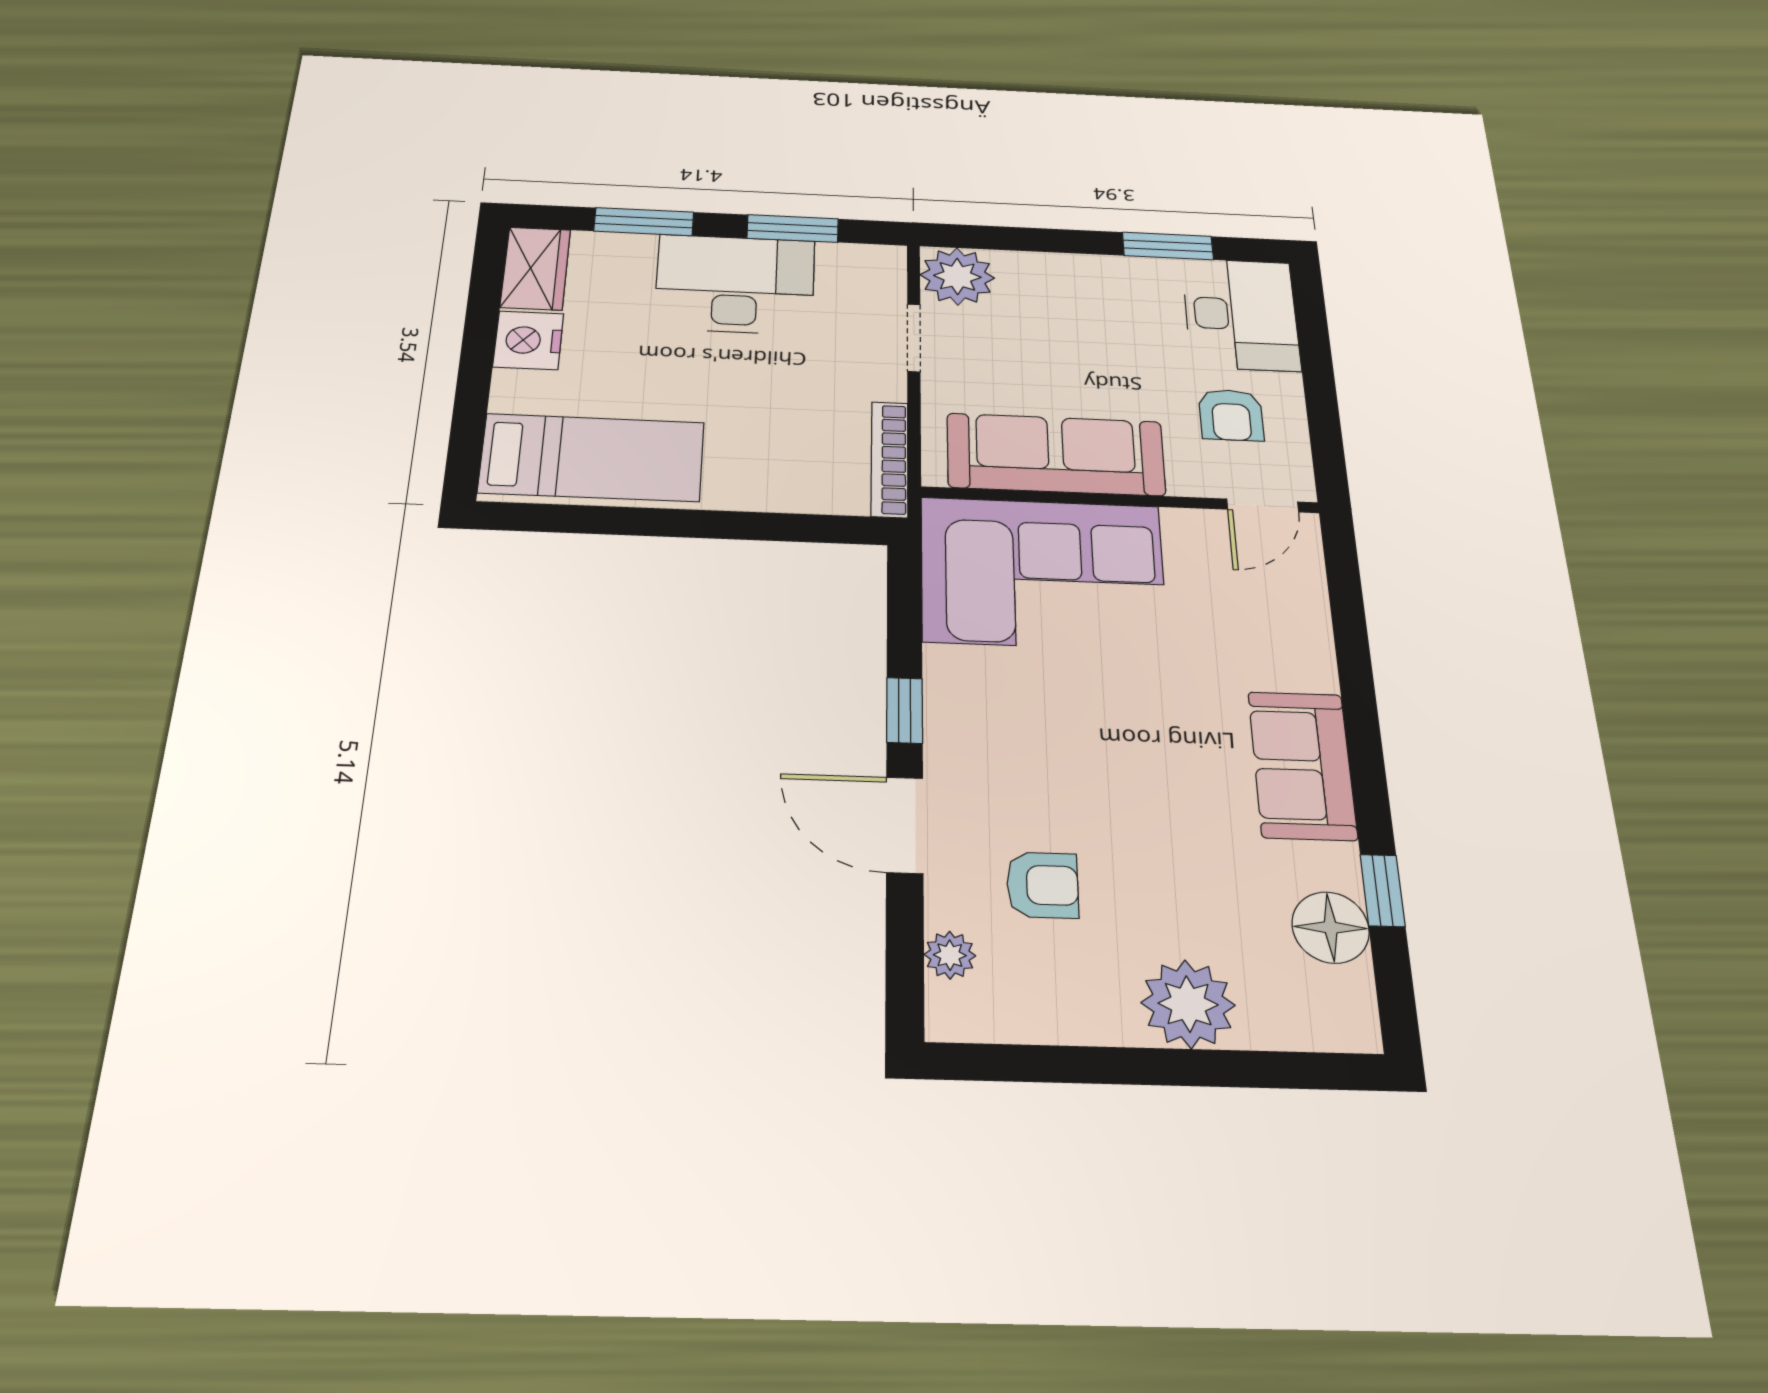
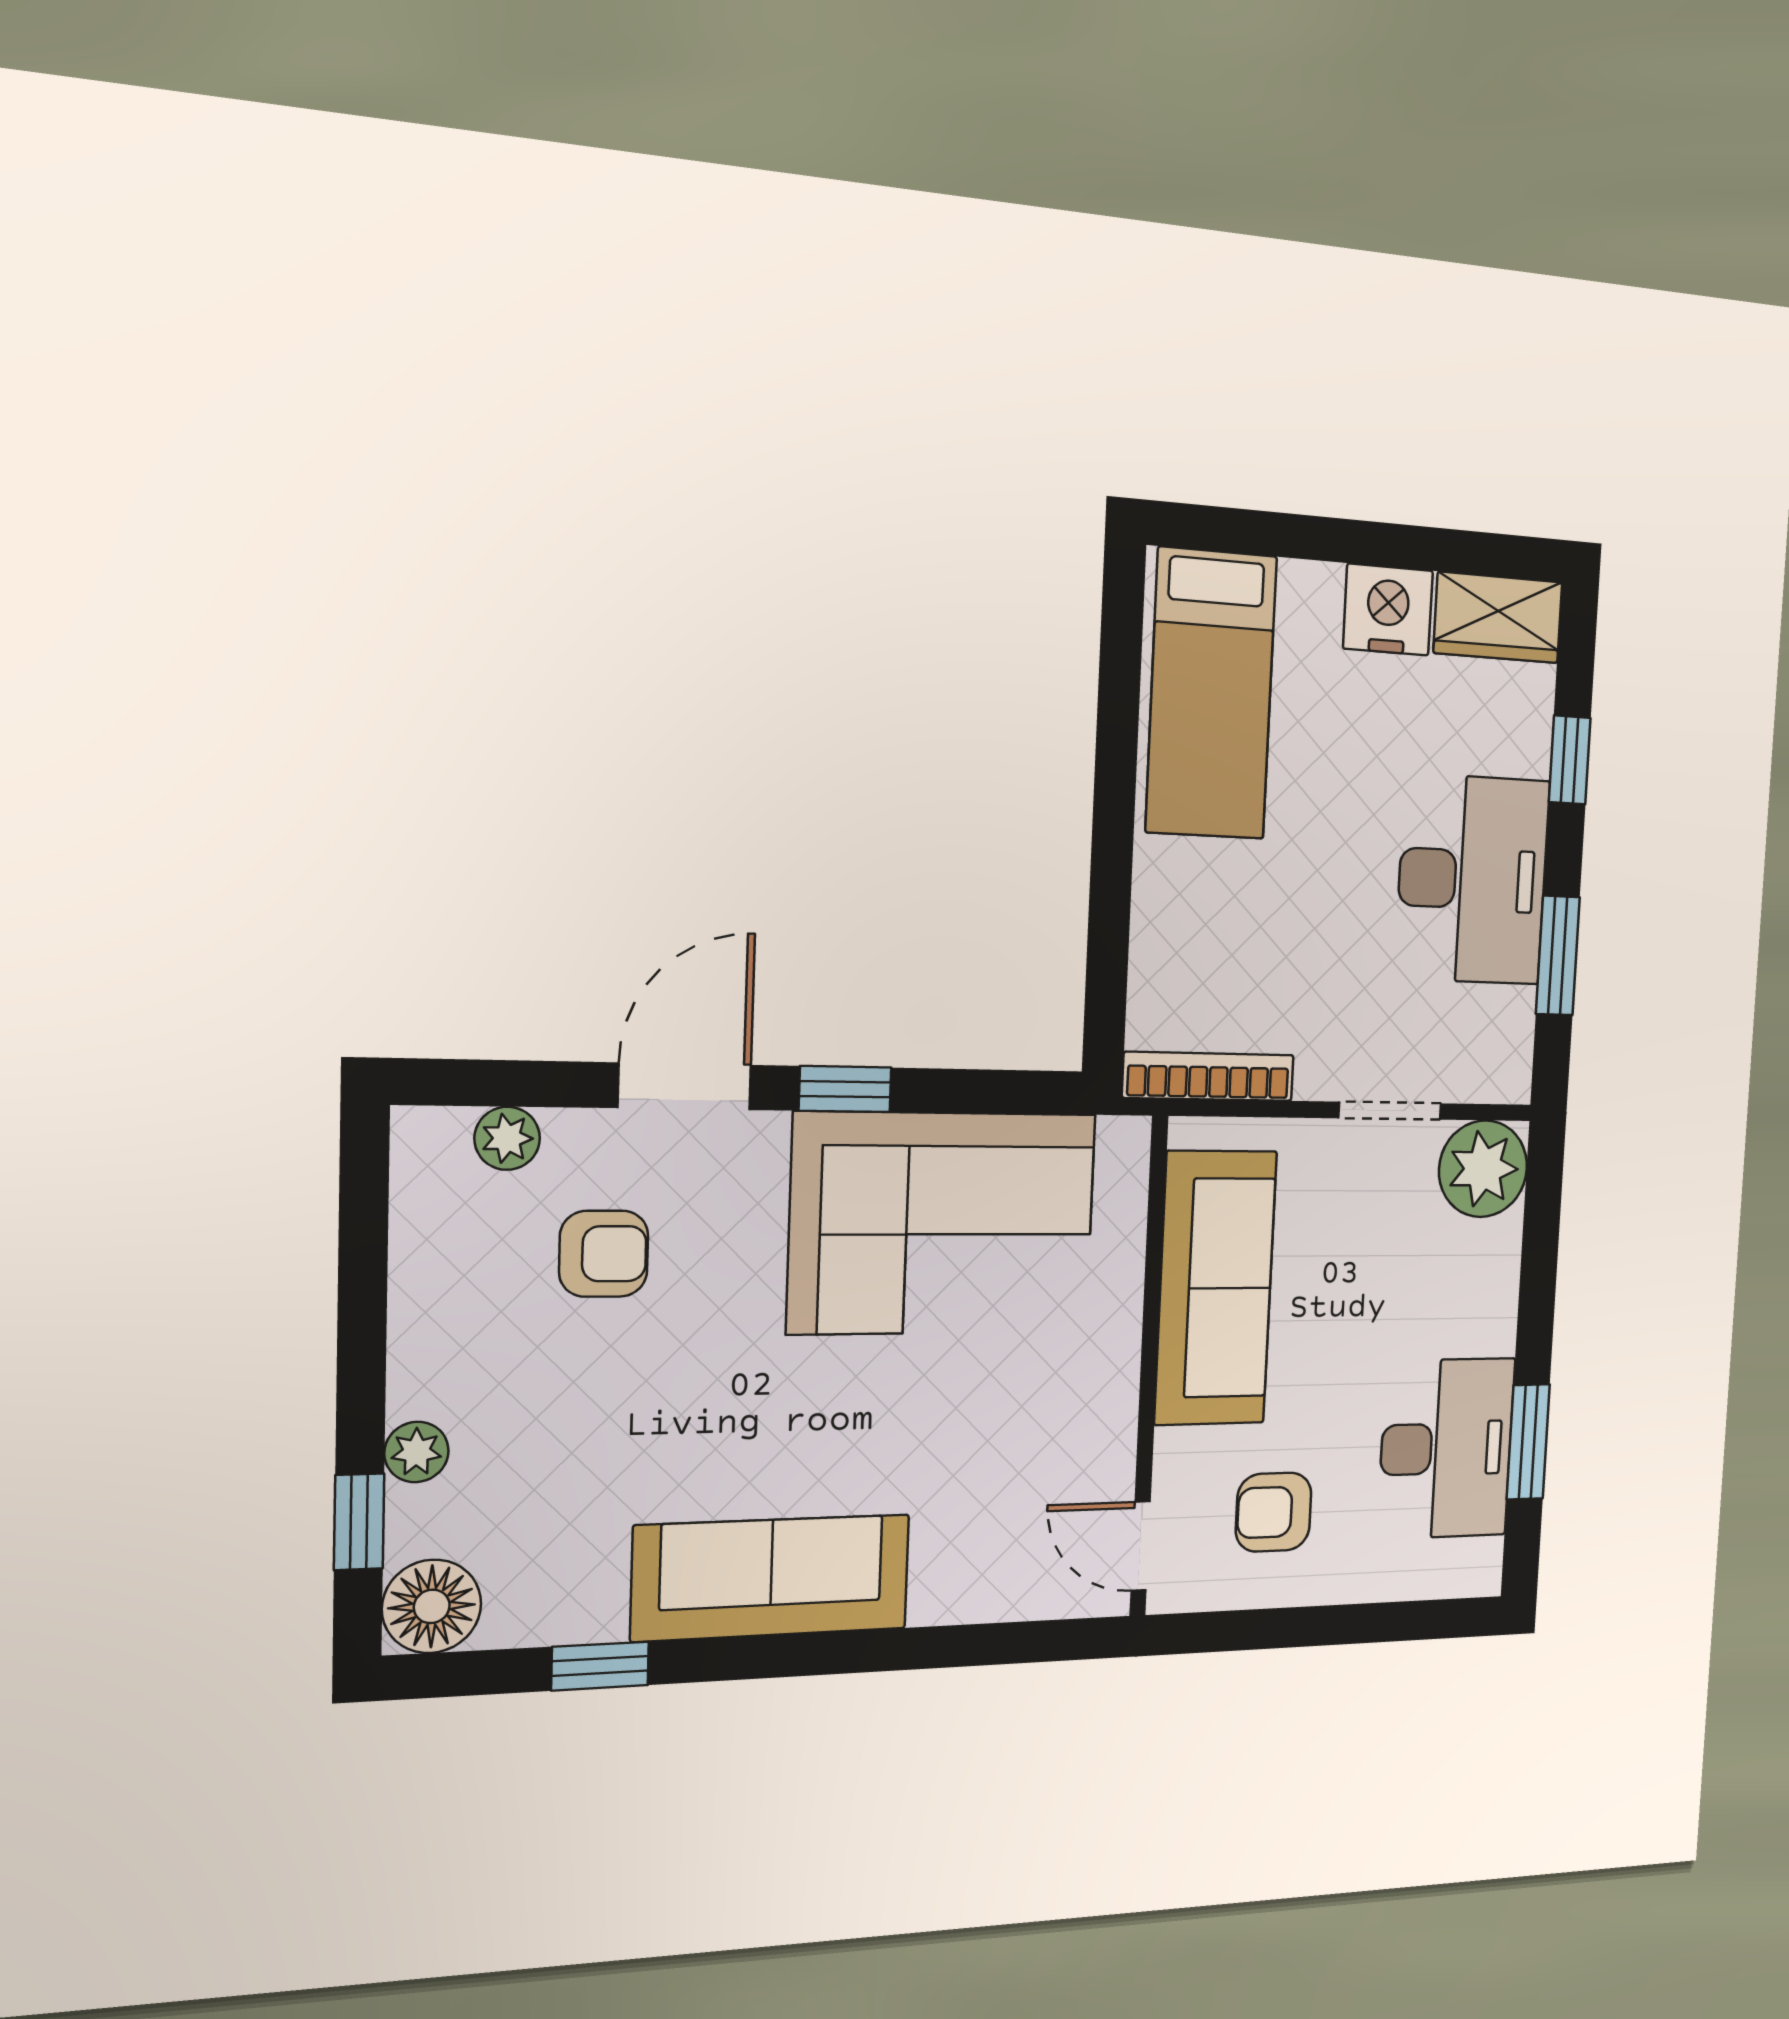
window: (644, 222) -> (1570, 760), width x0.67
desk: (1241, 314) -> (1446, 1448), moved, turned -90
corner sofa: (1043, 573) -> (943, 1223), moved, turned -90
sofa: (1302, 765) -> (771, 1577), width x1.36
armchair: (1042, 885) -> (604, 1254), turned -90
floor lamp: (1331, 927) -> (432, 1606), moved
plant: (1188, 1004) -> (416, 1452), width x0.53, depth x0.53
window: (1272, 1070) -> (359, 1522), added

